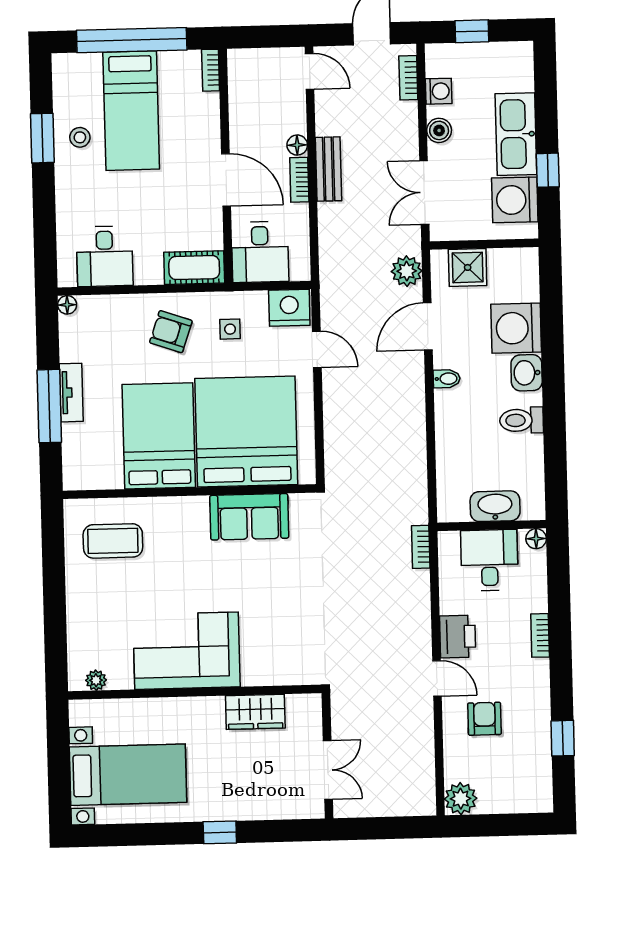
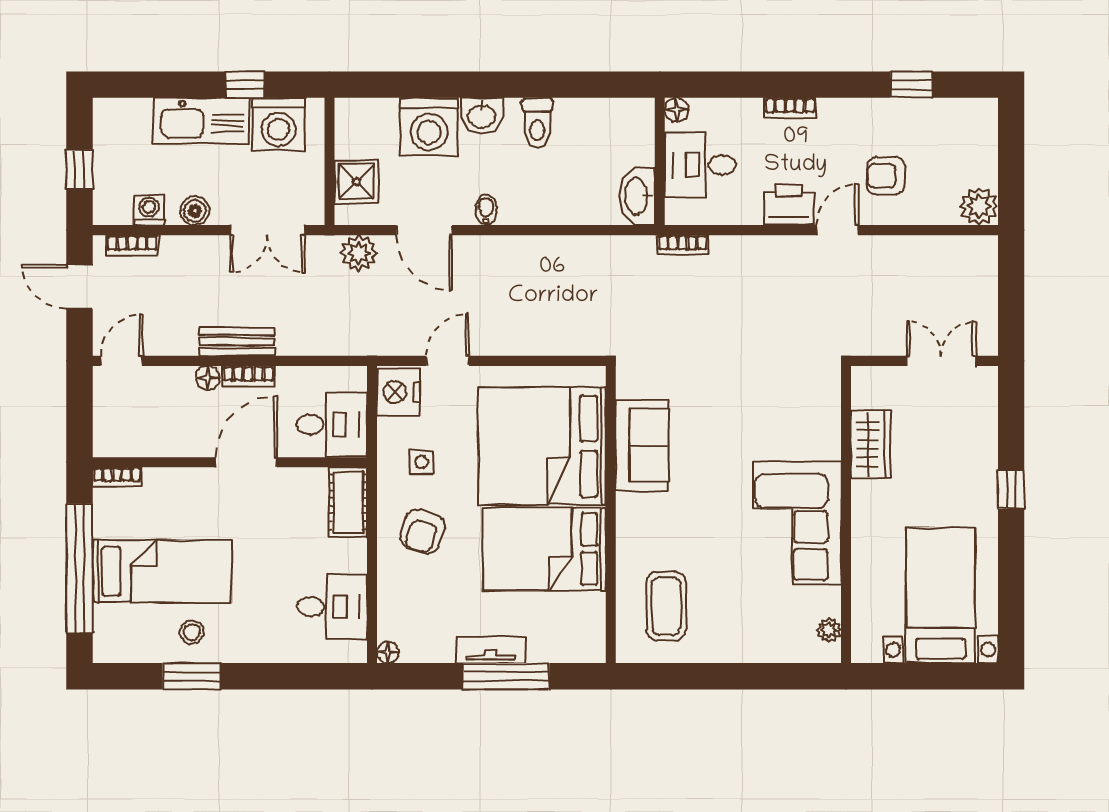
washbasin: (495, 506) -> (637, 196), moved

